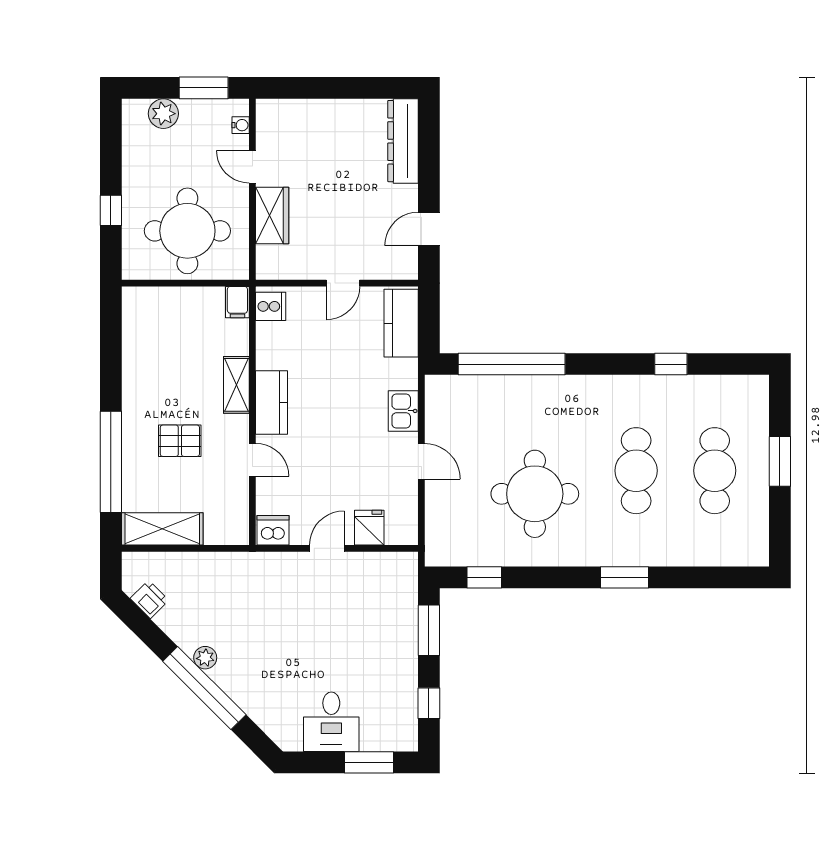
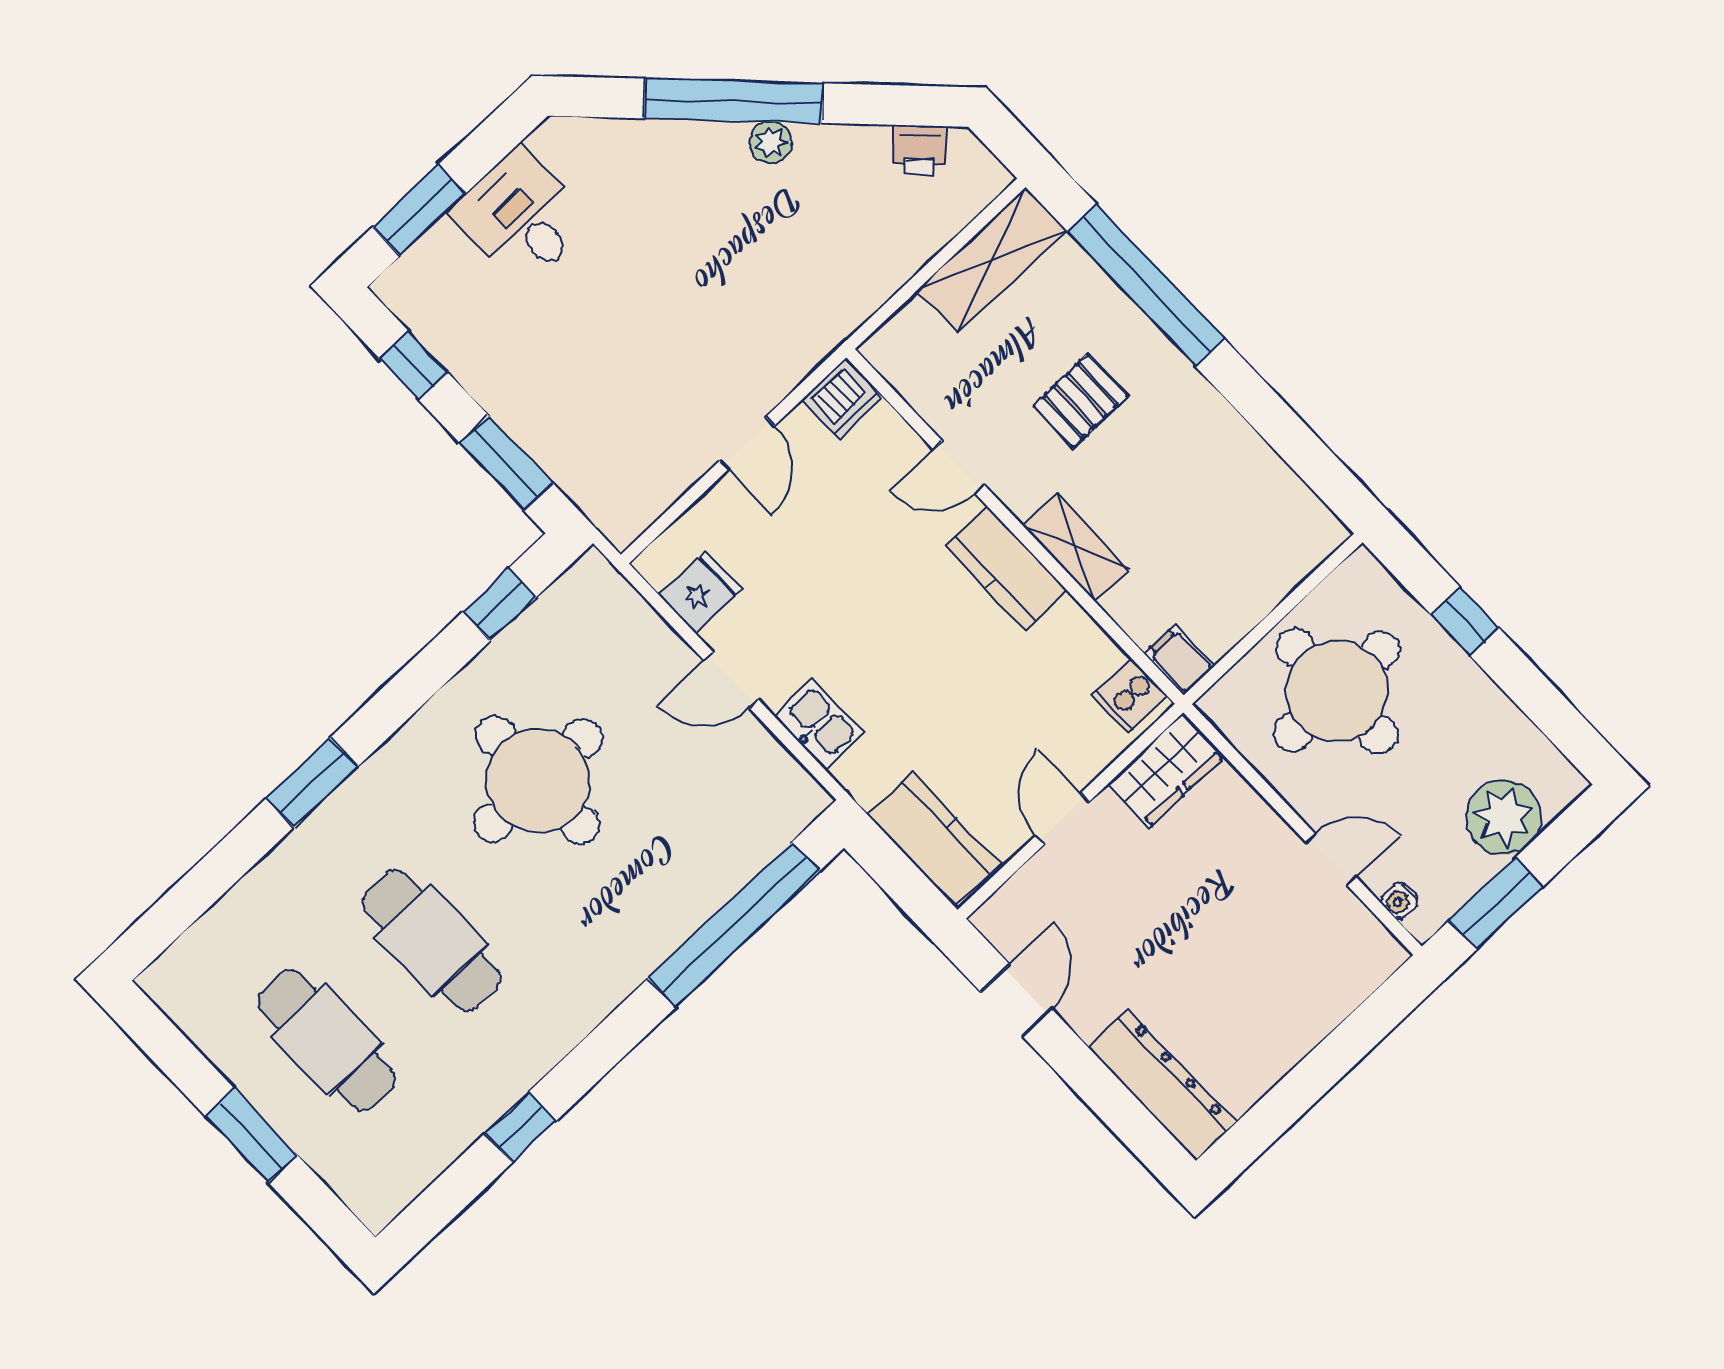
plant: (163, 114) -> (1504, 817), width x1.36, depth x1.36
wardrobe: (272, 215) -> (1166, 770), moved, turned -90
fridge: (369, 528) -> (701, 592), moved, turned -90

